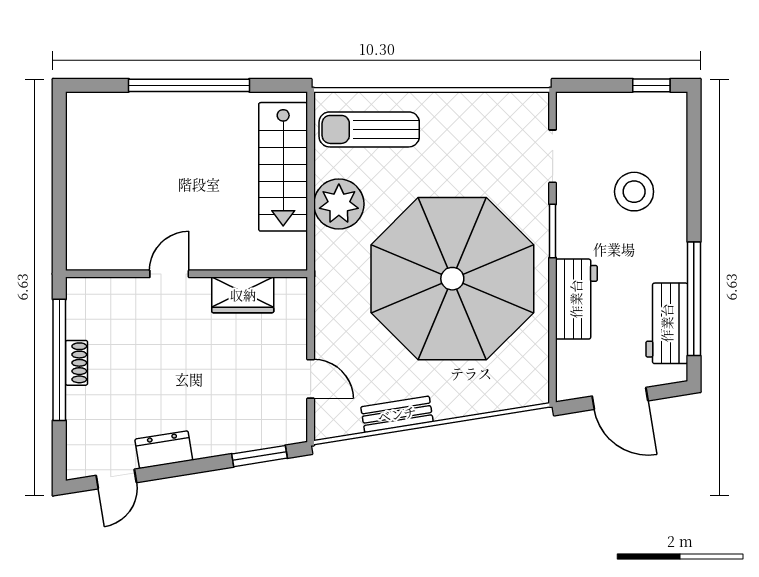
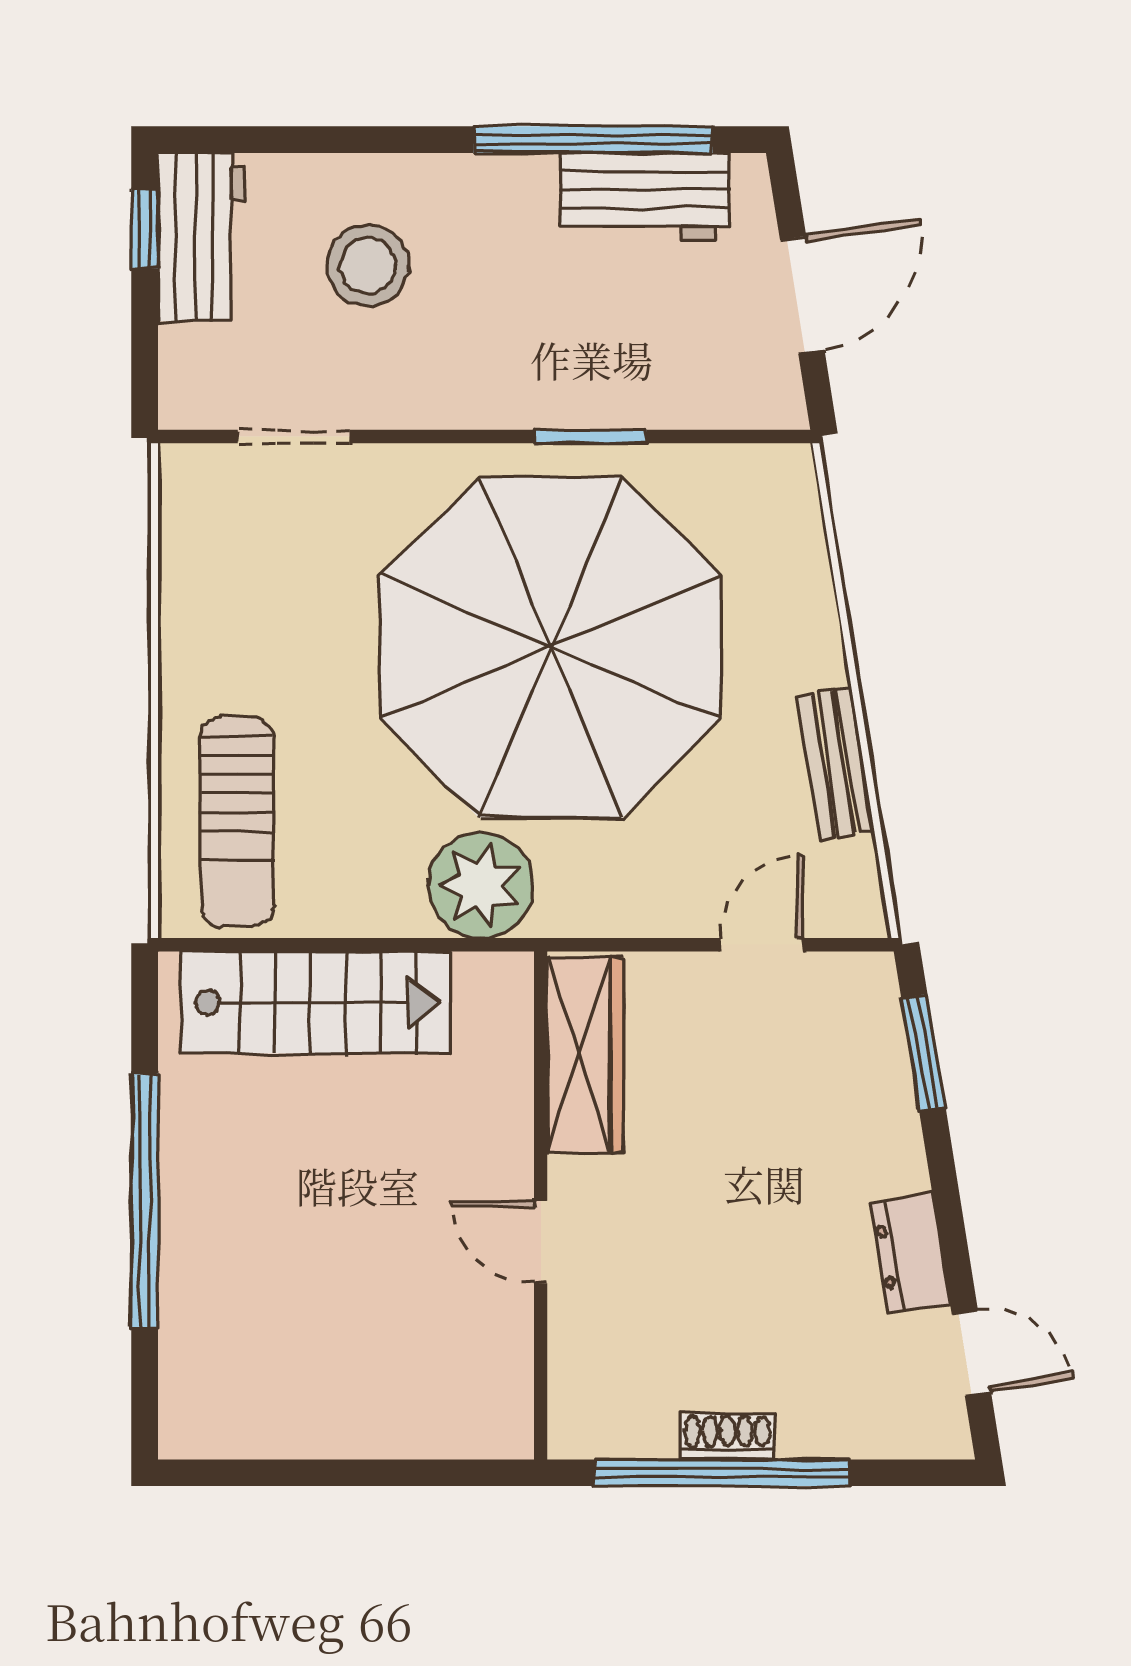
plant: (339, 204) -> (481, 885), moved
window: (553, 231) -> (590, 437), moved
wardrobe: (243, 295) -> (585, 1055), width x1.50
workbench: (576, 299) -> (201, 237), moved, turned 90

